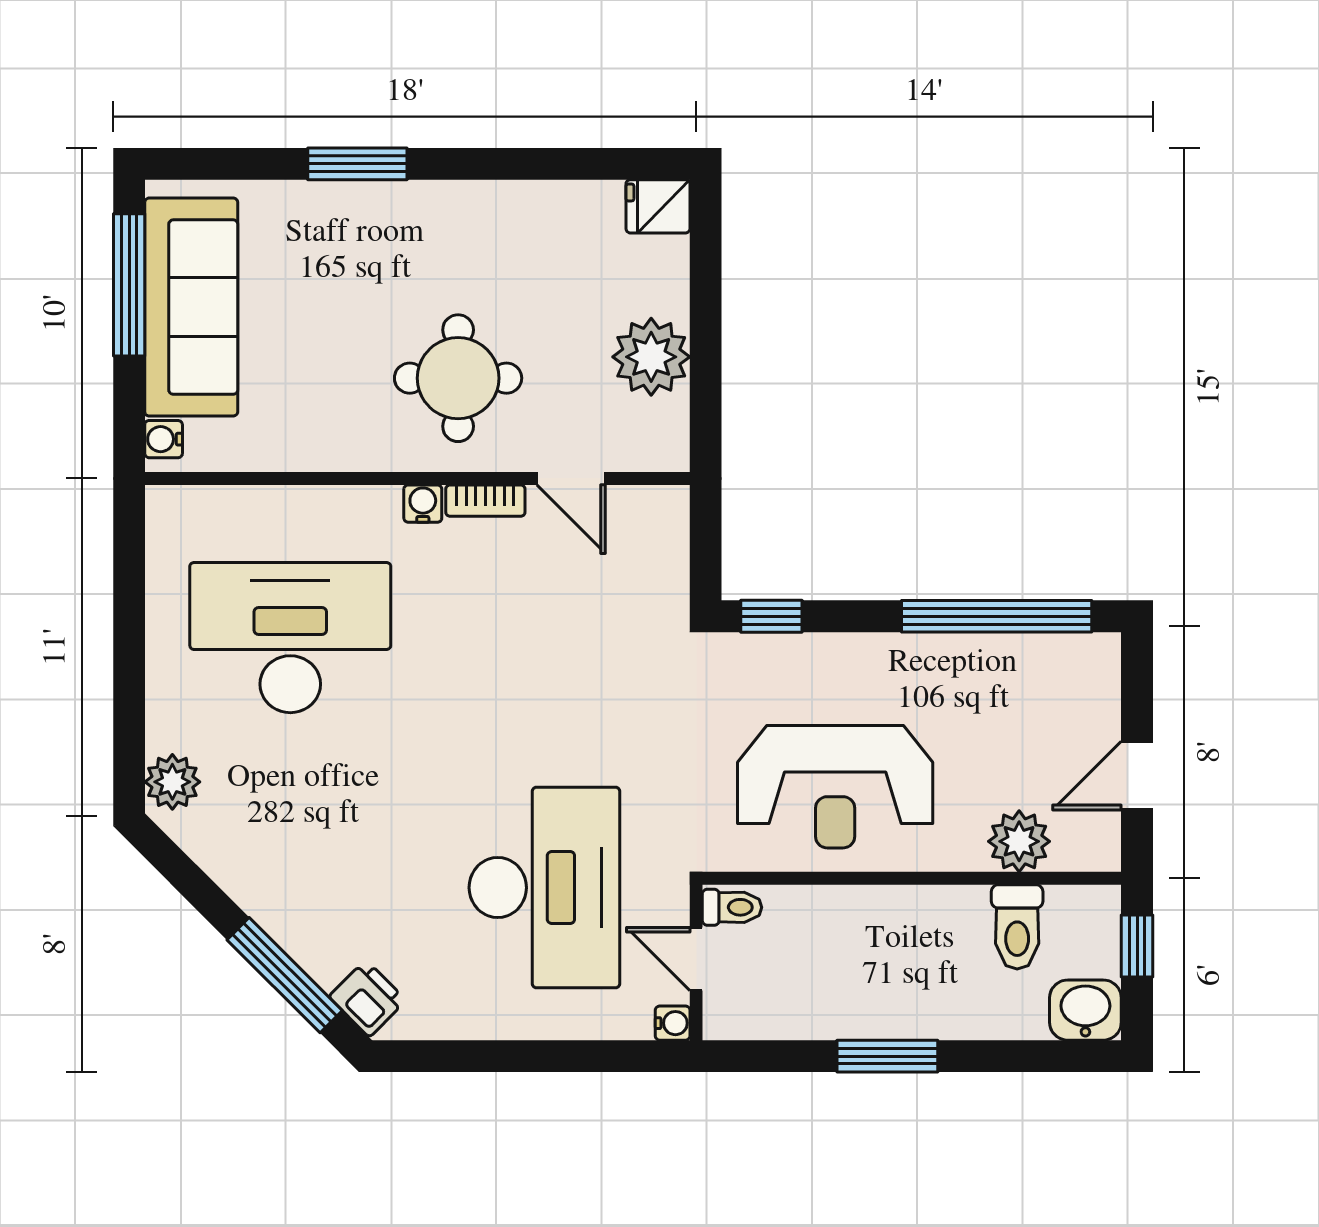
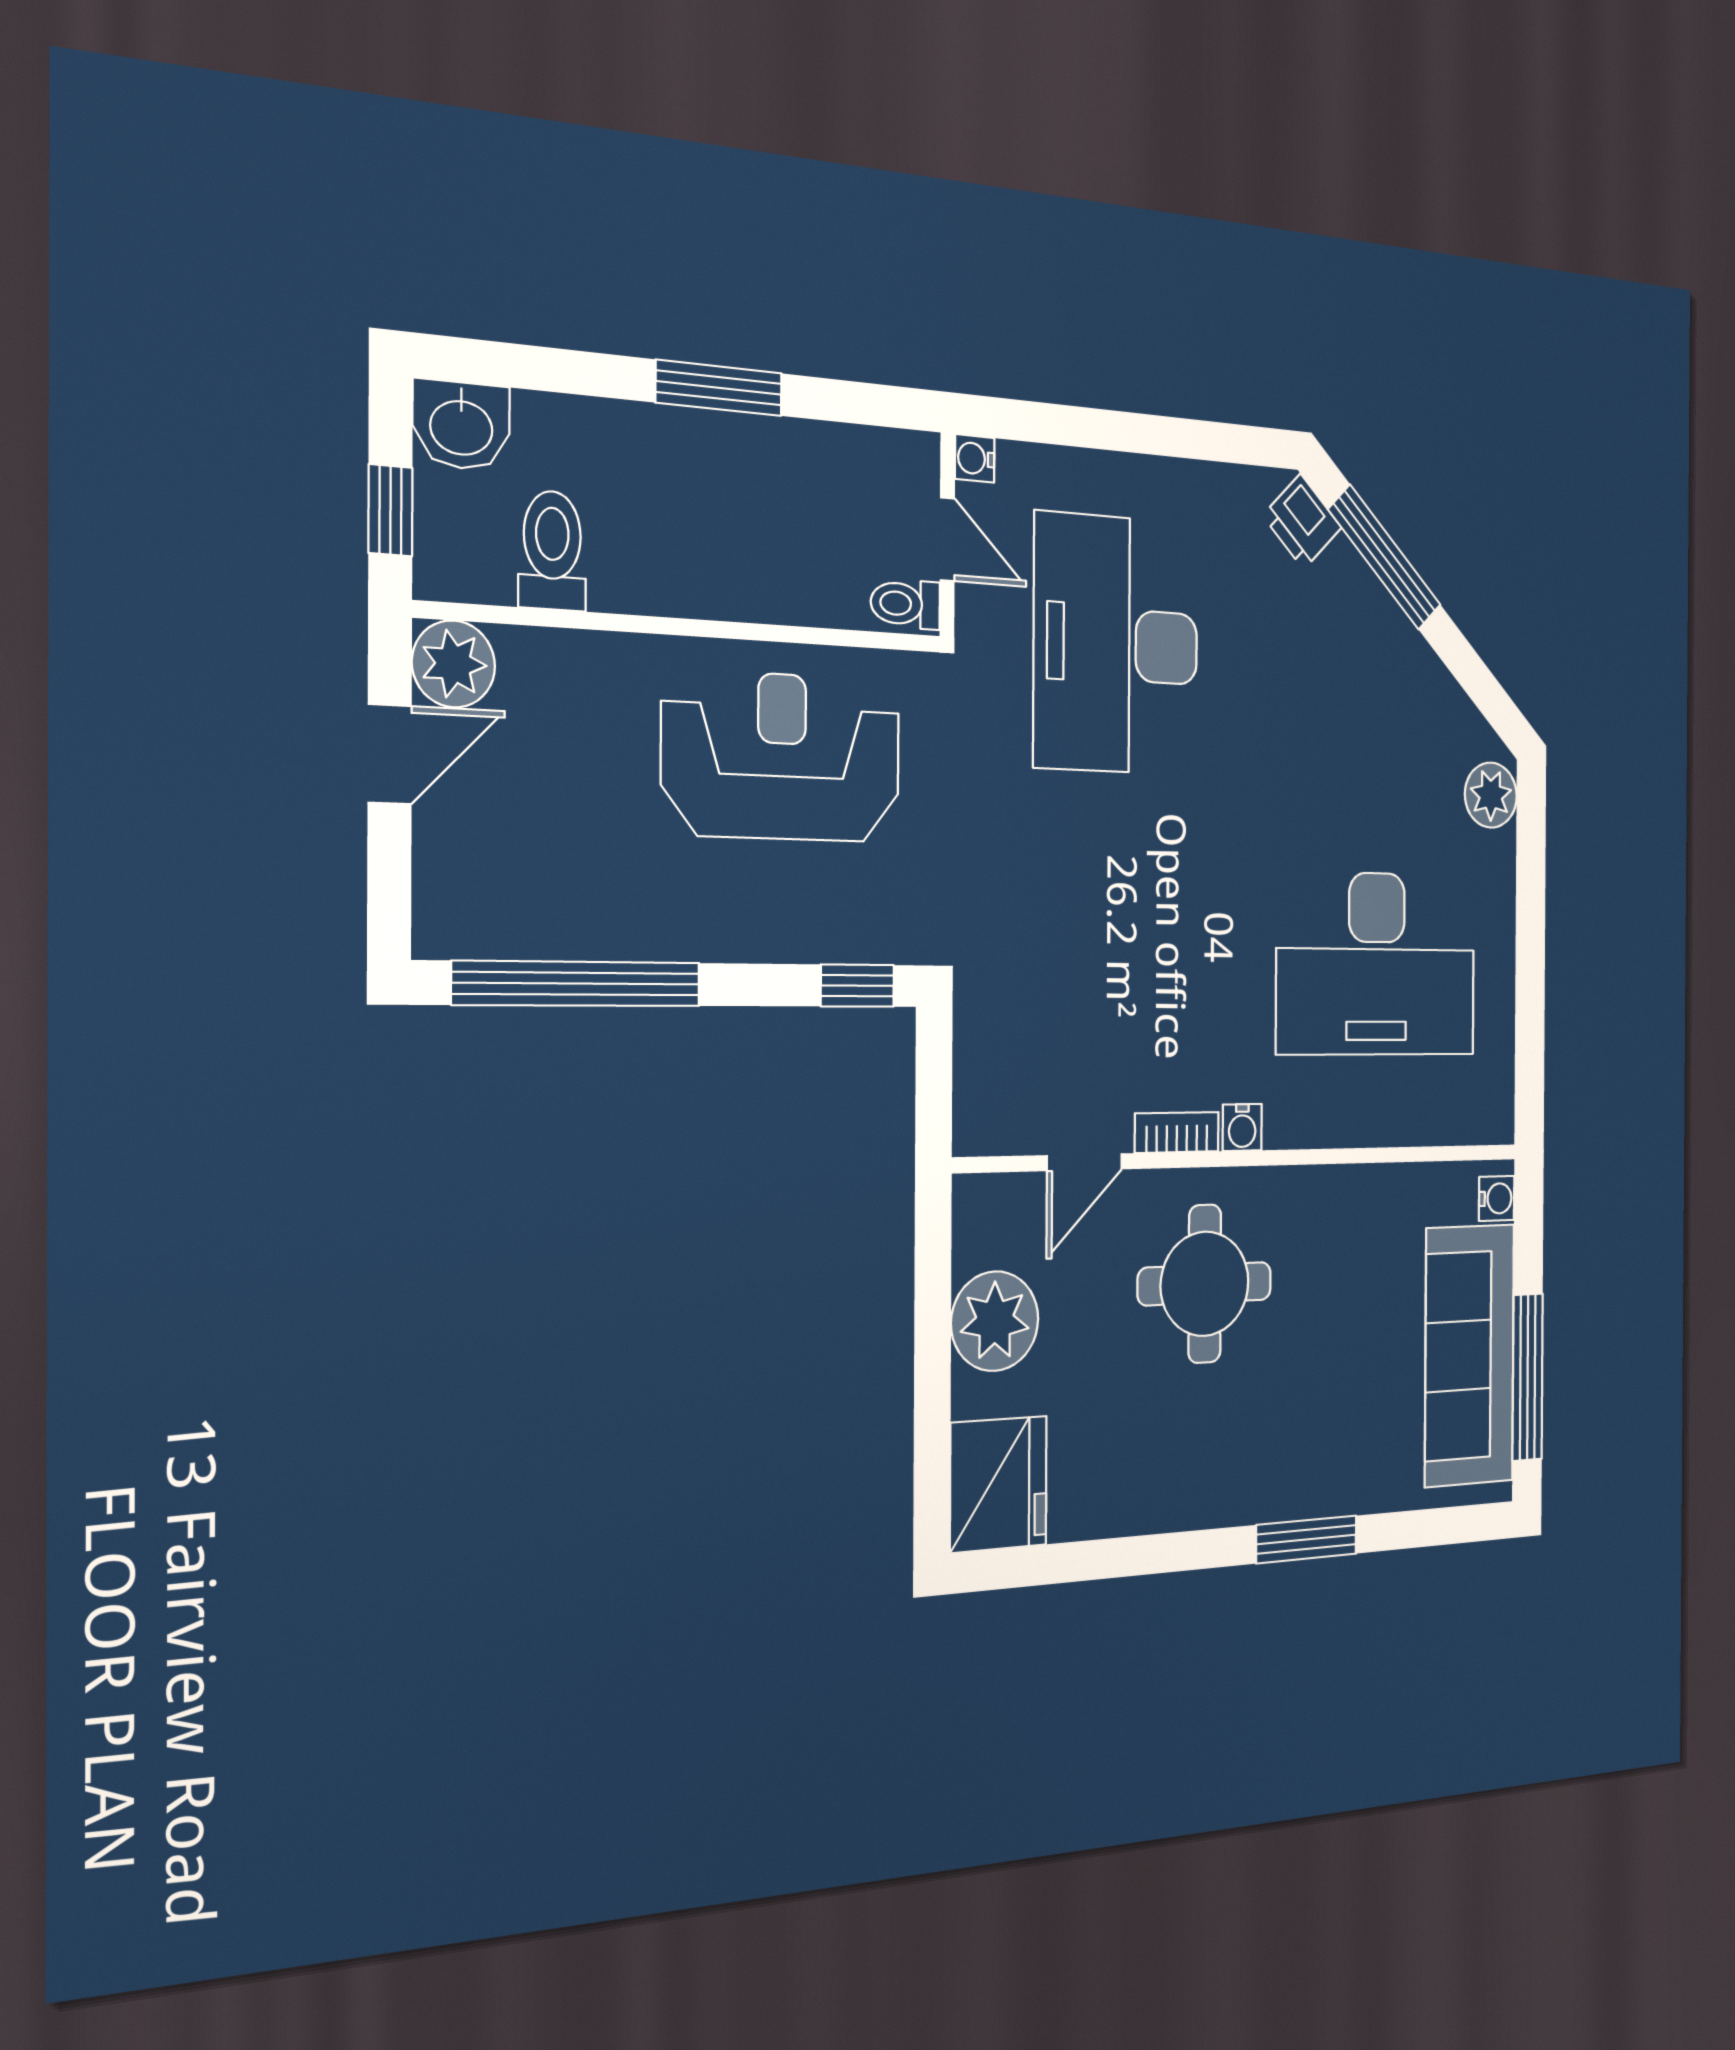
fridge: (658, 206) -> (999, 1484), width x1.88, depth x1.34
door: (571, 478) -> (1085, 1162), swing flipped
plant: (1019, 841) -> (454, 664), moved

